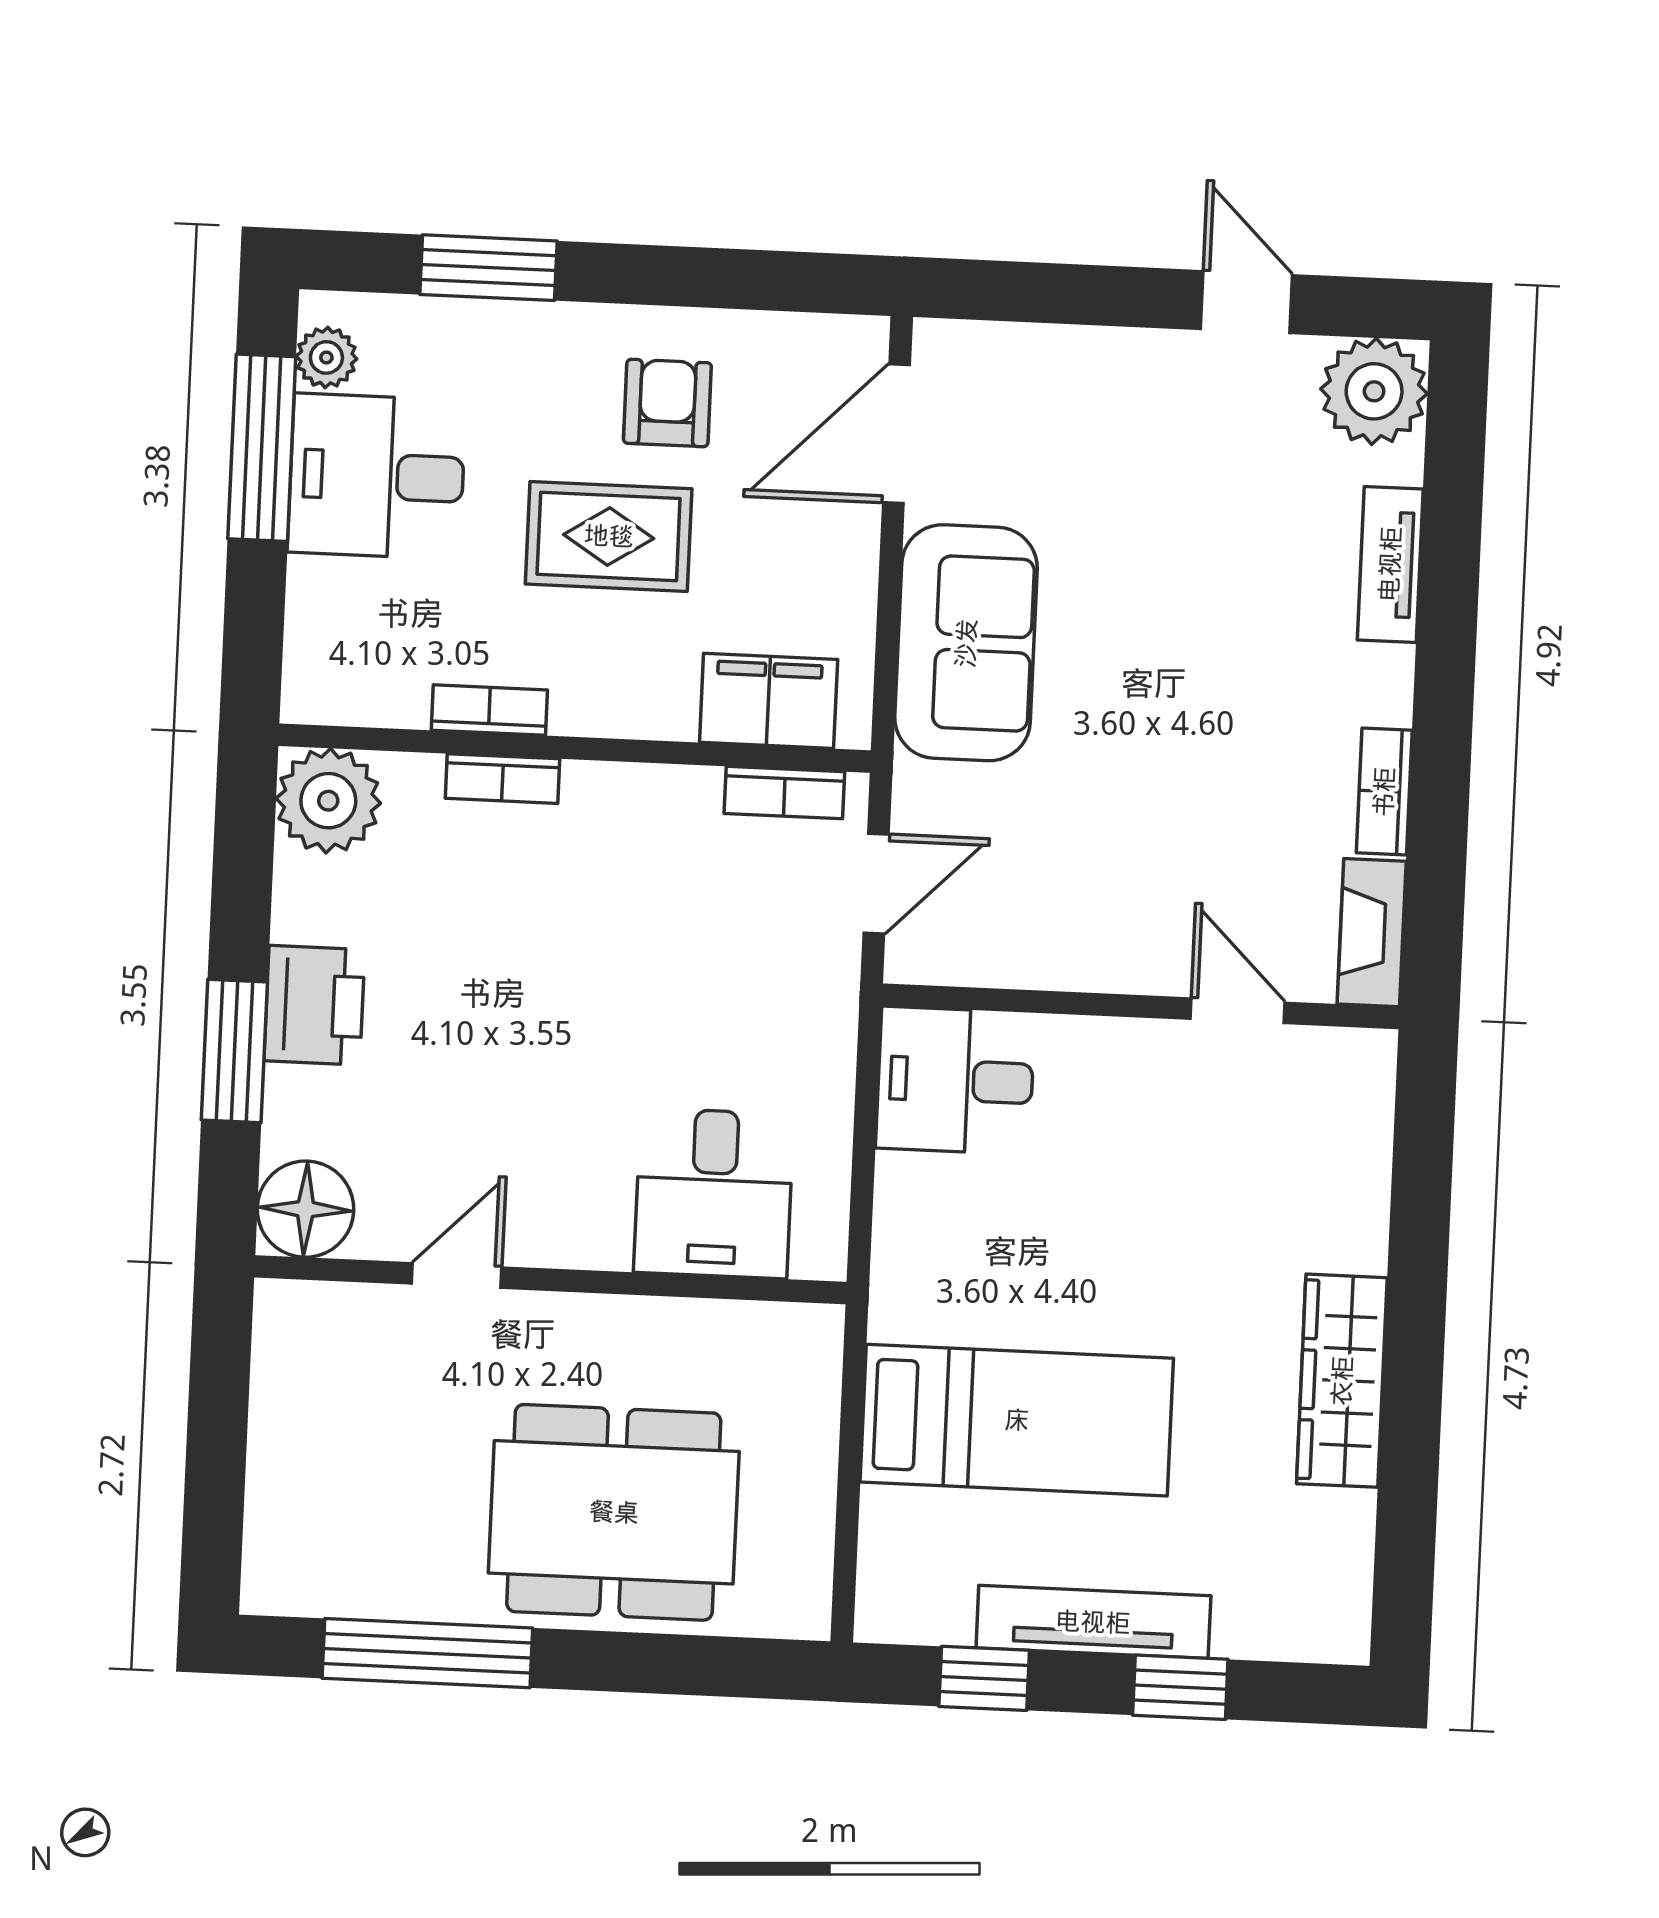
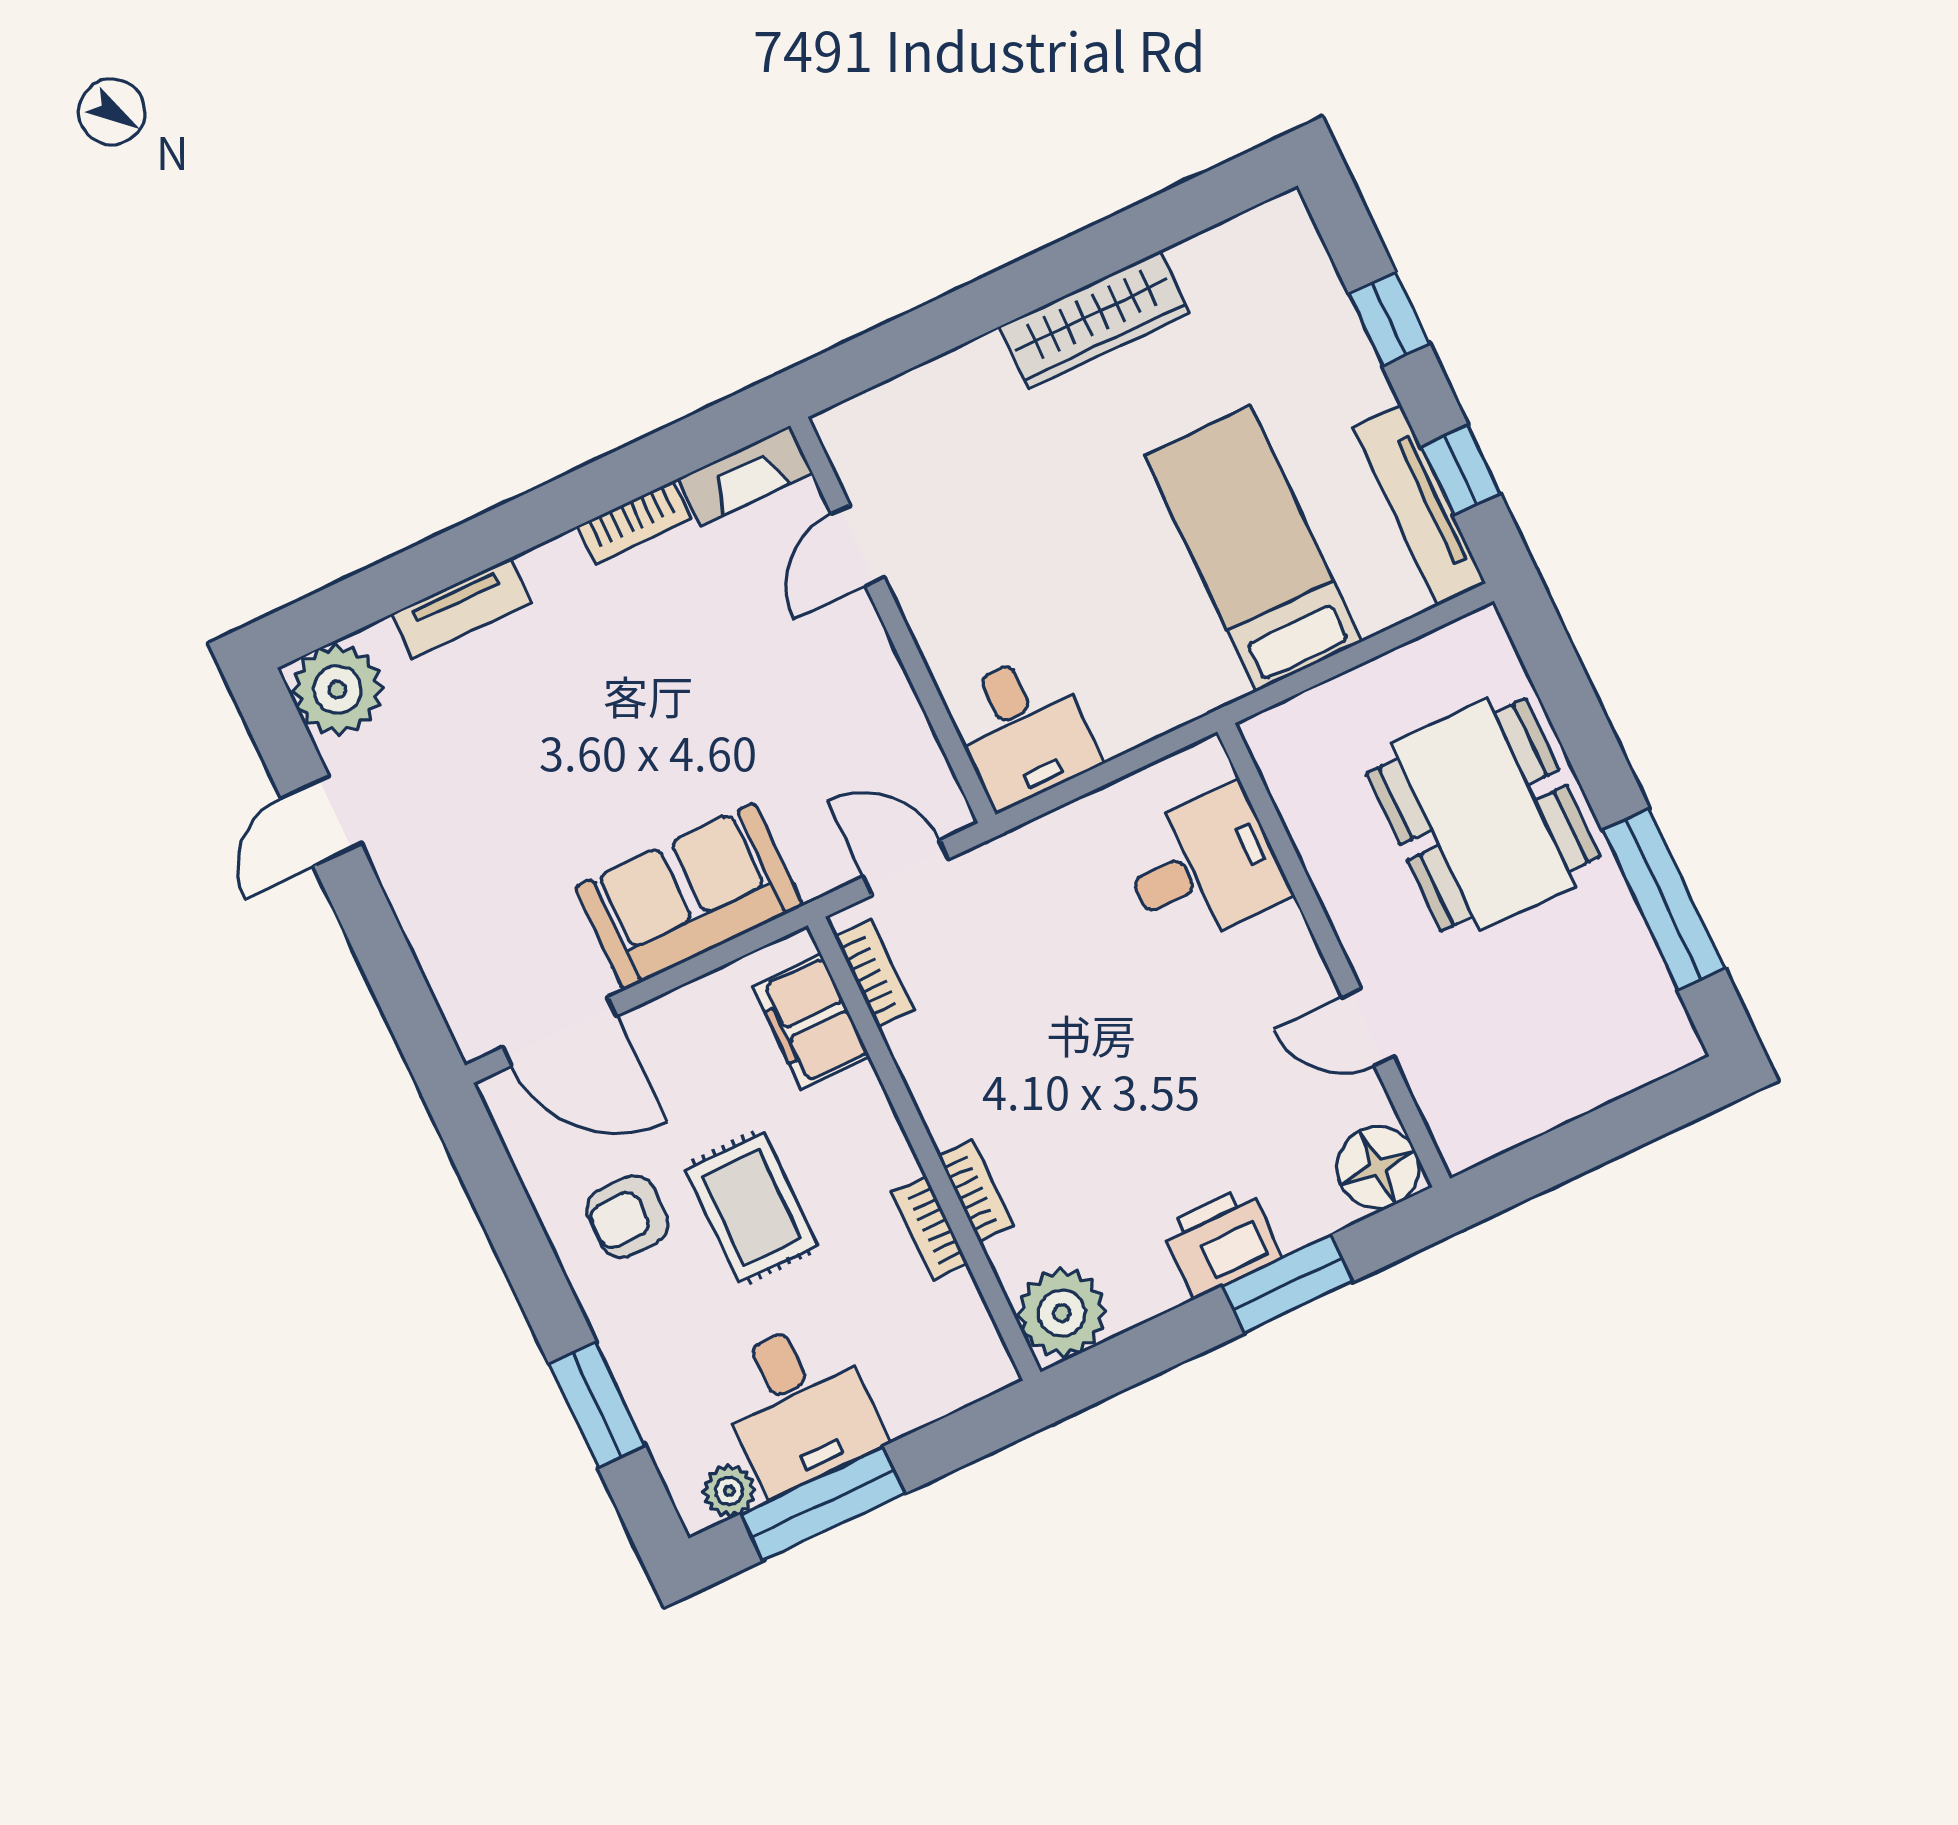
tv unit: (1093, 1622) -> (1420, 505), moved

